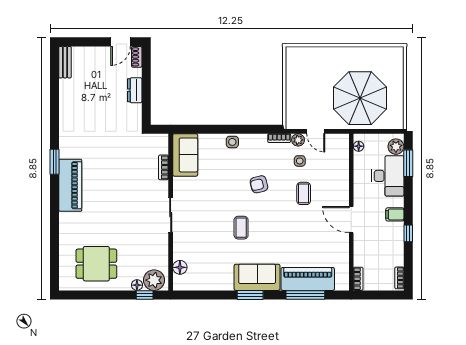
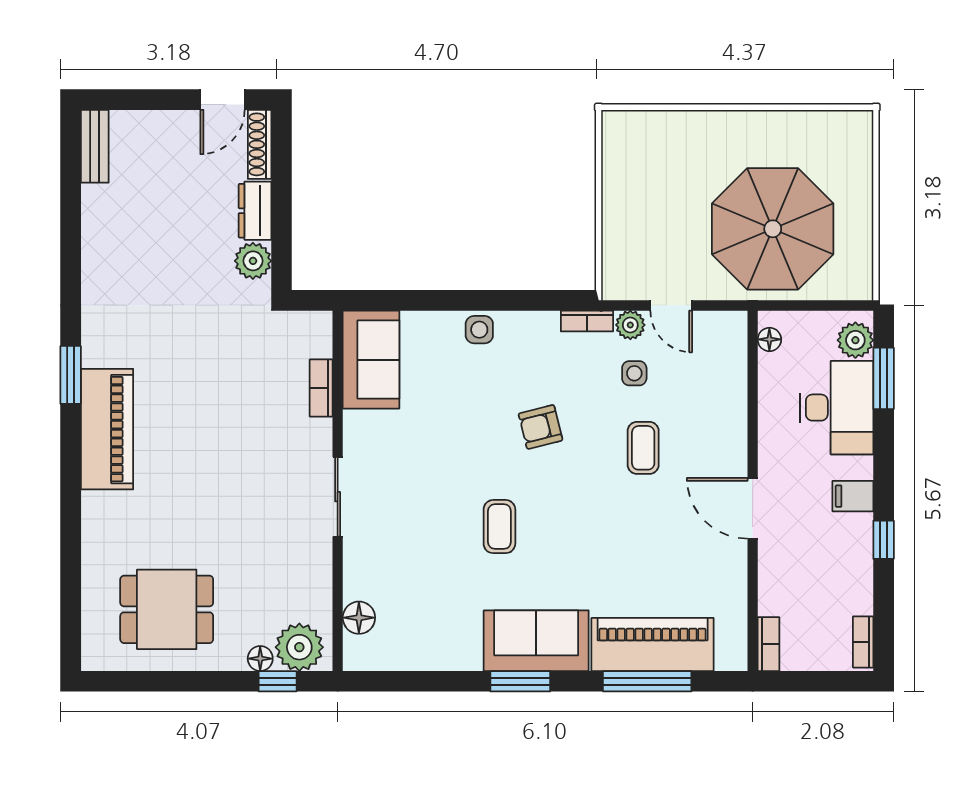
shoe rack: (137, 57) -> (260, 144), width x1.43
plant: (134, 112) -> (253, 261), added

